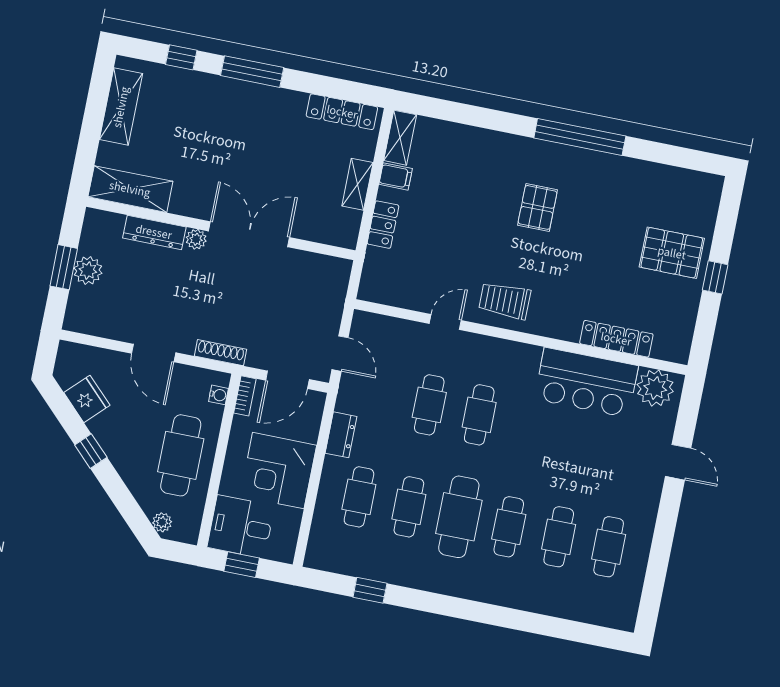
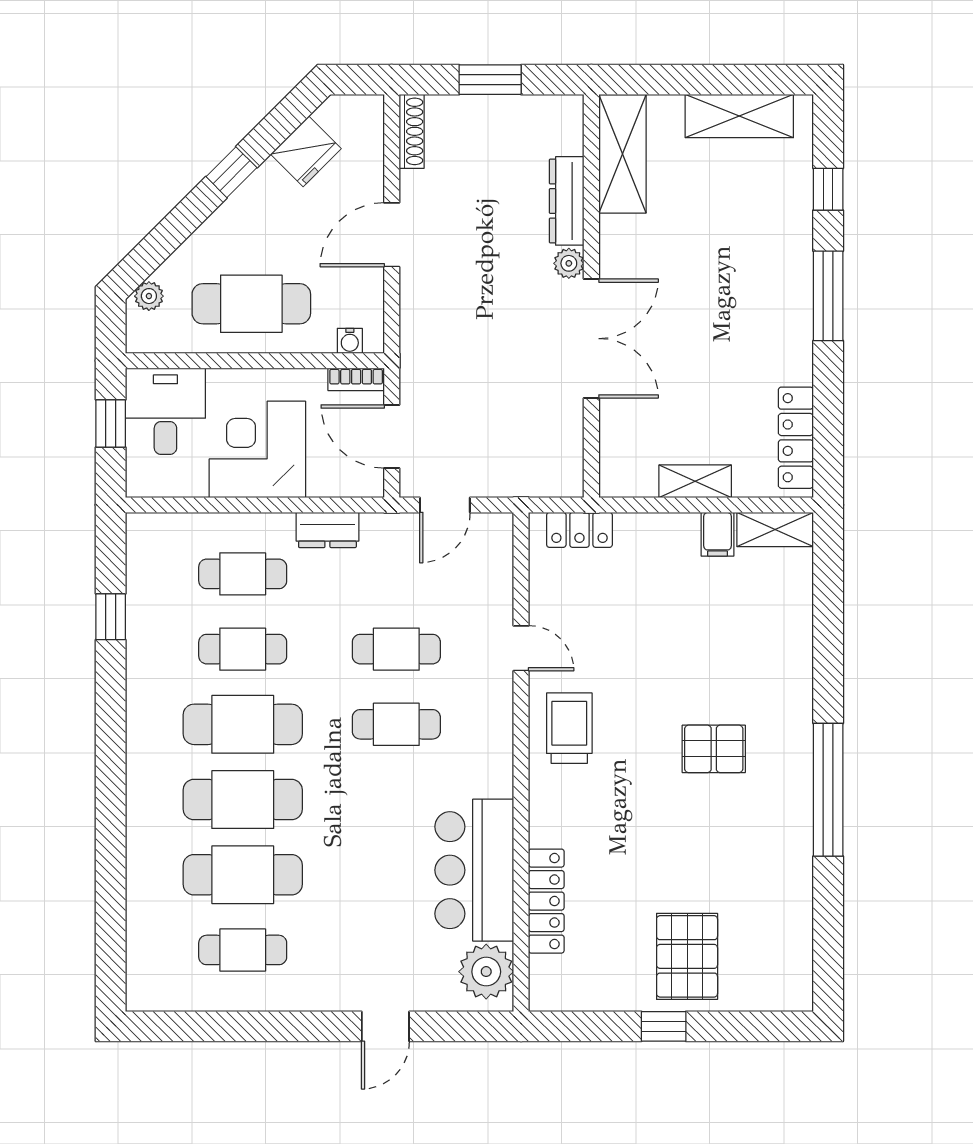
locker: (383, 225) -> (579, 530), moved
plant: (88, 271) -> (492, 116), removed
shoe rack: (221, 353) -> (412, 131), moved
cafe table: (509, 527) -> (243, 800), width x1.37, depth x1.35
cafe table: (559, 537) -> (243, 875), width x1.37, depth x1.35

